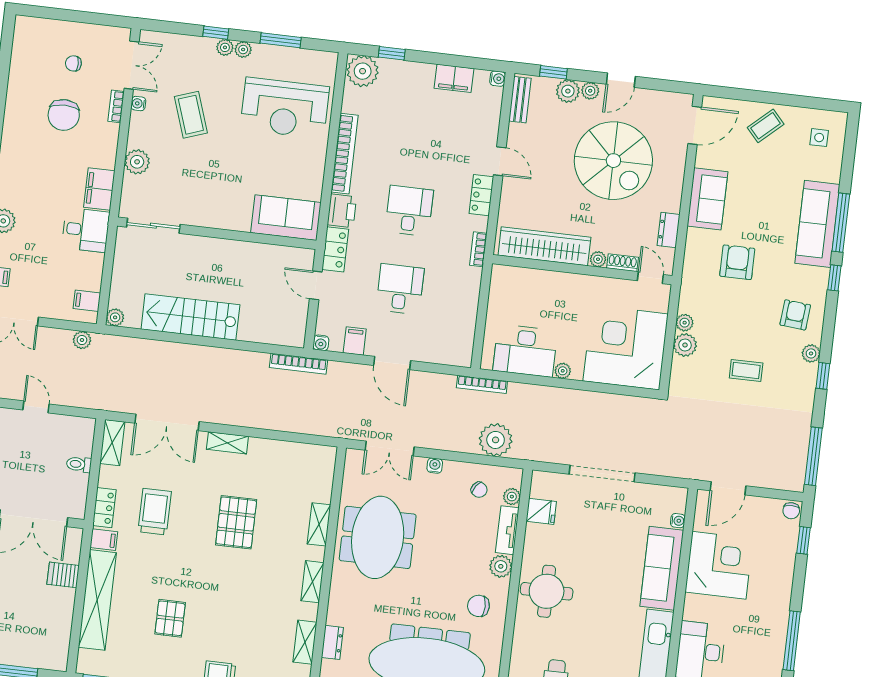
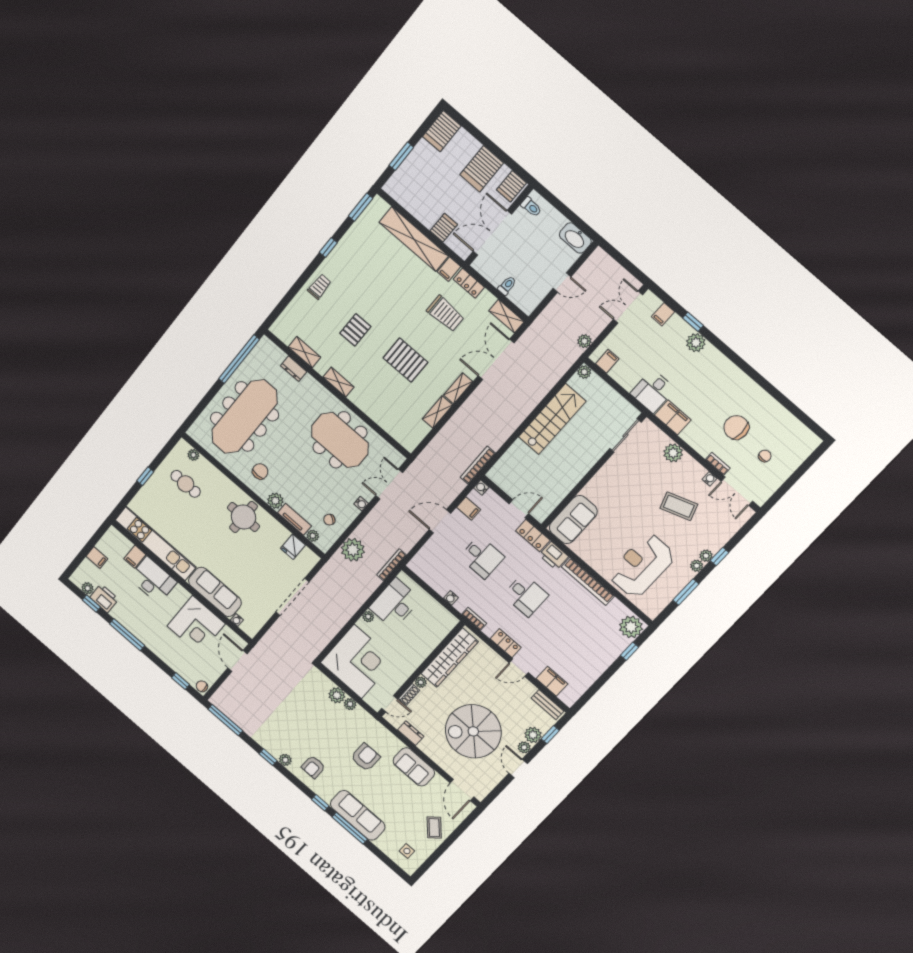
filing cabinet: (454, 78) -> (552, 681), moved, turned 90
water cooler: (498, 79) -> (451, 598), moved
armchair: (737, 262) -> (365, 757), turned -90
armchair: (795, 315) -> (313, 767), turned 85
coffee table: (746, 370) -> (299, 718), removed
shelving: (319, 524) -> (437, 412), moved, turned 90
pallet: (170, 618) -> (355, 330), moved, turned 90

